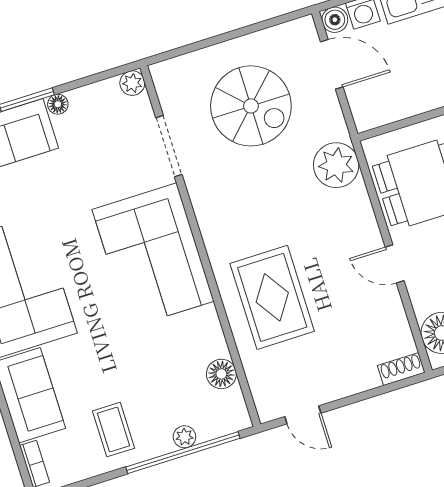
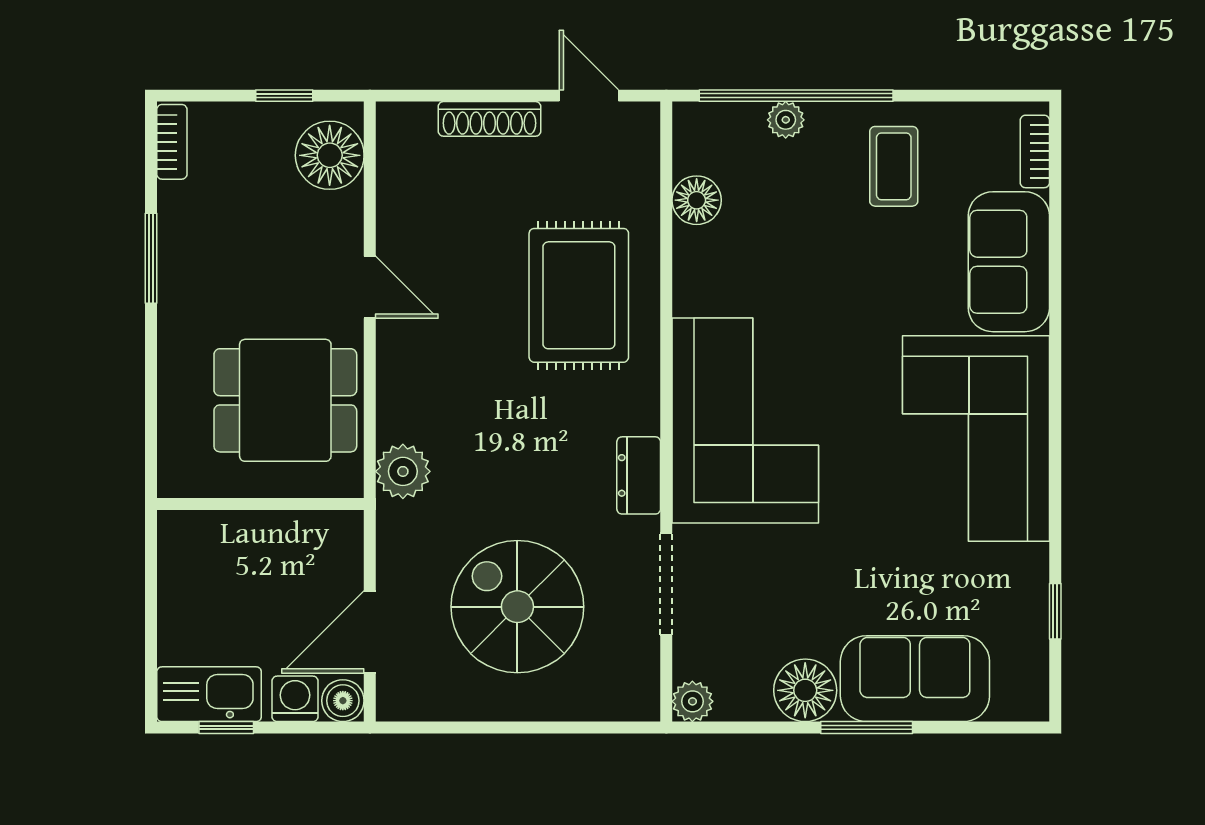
door: (332, 64) -> (370, 632), hinge flipped
floor lamp: (58, 104) -> (805, 690), width x1.89, depth x1.89
plant: (336, 165) -> (403, 471), width x0.73, depth x0.73
dresser: (205, 204) -> (639, 475), added
shoe rack: (401, 369) -> (490, 119), moved, width x1.43

